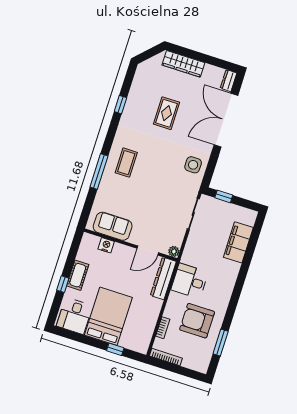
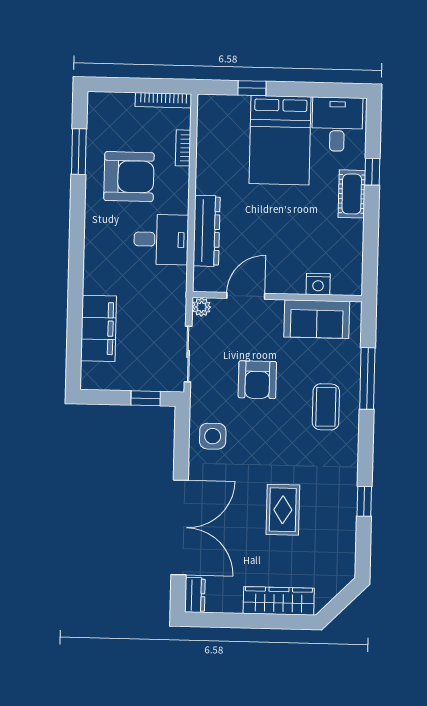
armchair: (159, 189) -> (257, 380), added
sofa: (113, 226) -> (317, 319), moved
nightstand: (106, 245) -> (318, 284), moved
wall: (131, 245) -> (277, 297), moved
door: (148, 250) -> (246, 296), moved
plant: (174, 251) -> (201, 307), moved

